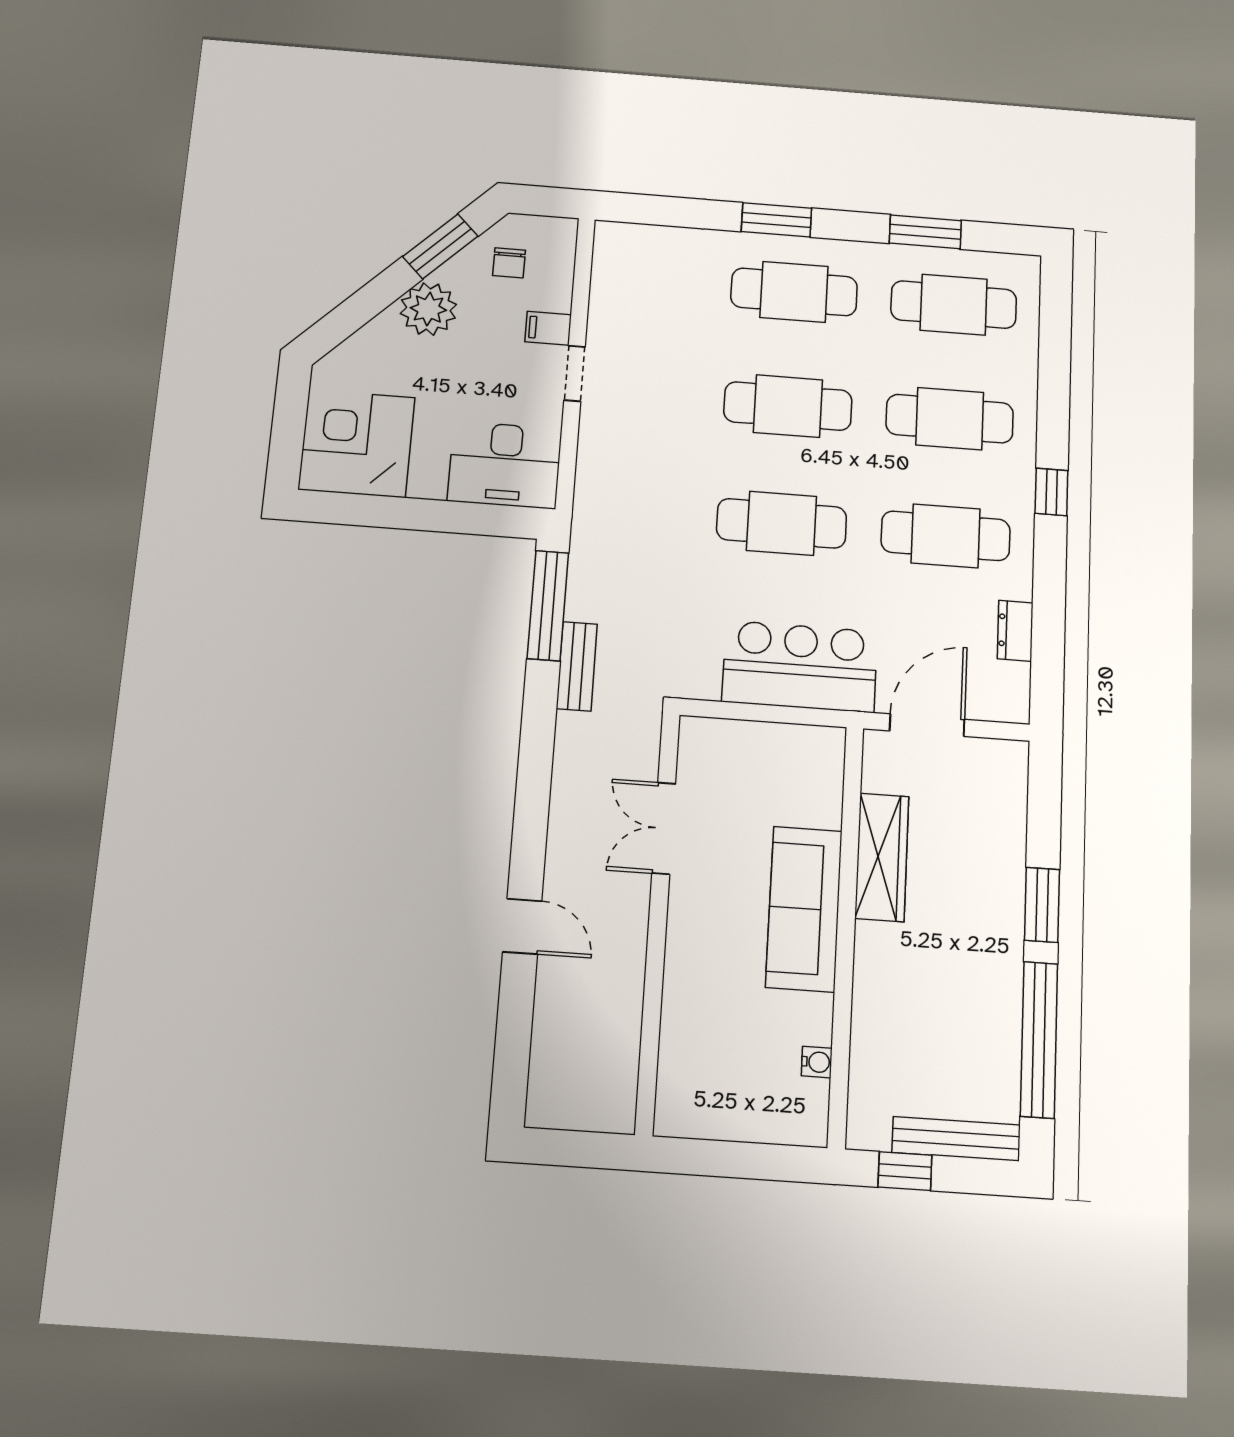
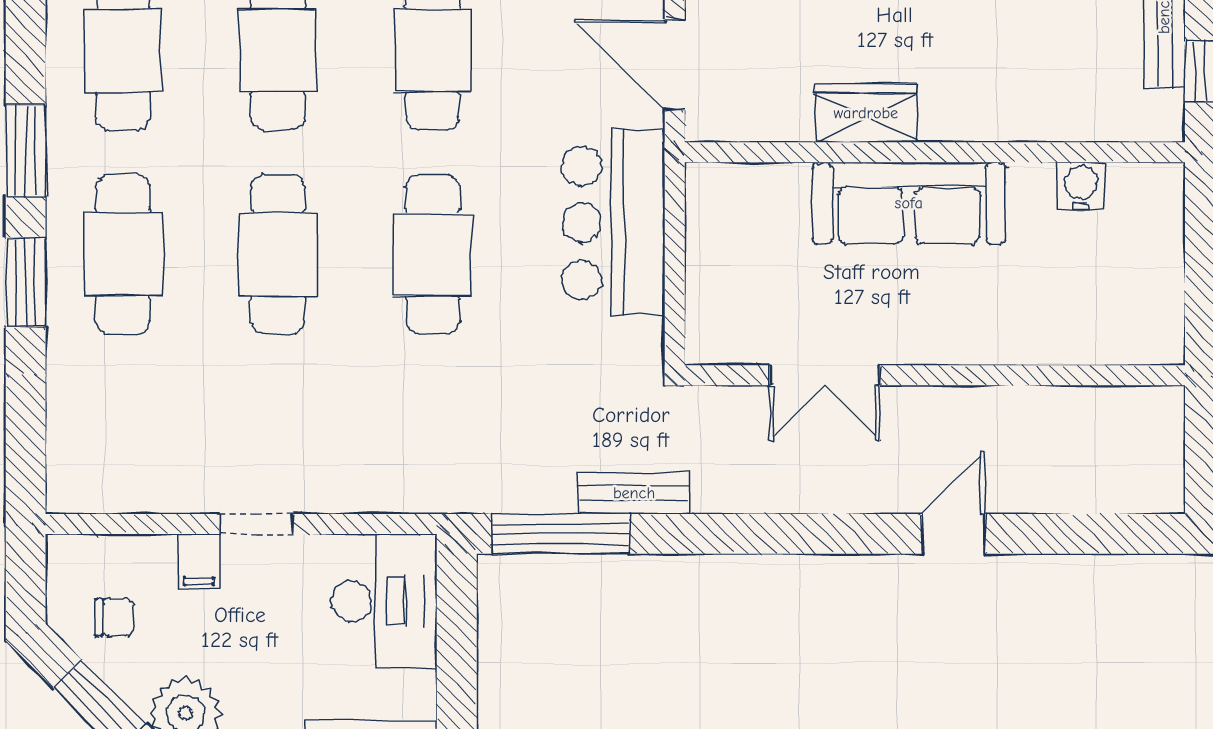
window: (925, 232) -> (26, 151), moved
wardrobe: (882, 857) -> (866, 113), width x0.67
water cooler: (817, 1062) -> (1081, 186), width x1.38, depth x1.38

